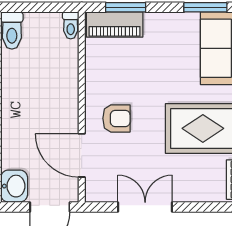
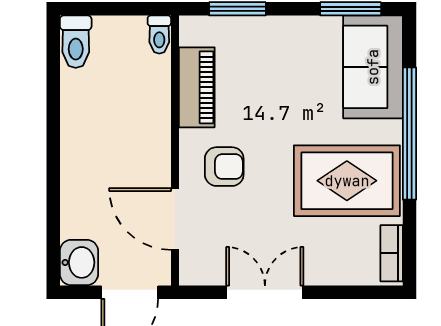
piano: (115, 25) -> (197, 87), moved, turned -90

